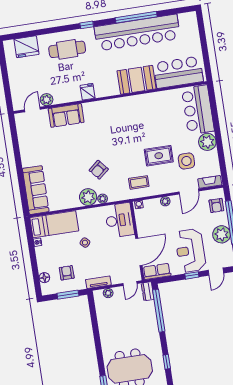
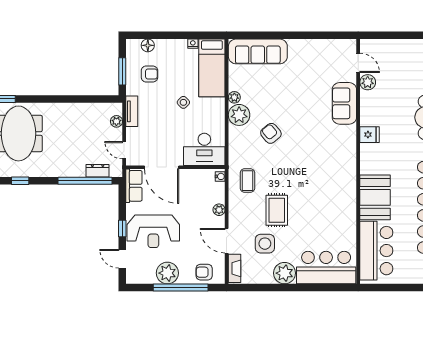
plant: (103, 199) -> (234, 97), moved
reception desk: (190, 251) -> (153, 231), turned 180
dresser: (148, 291) -> (98, 171), moved

